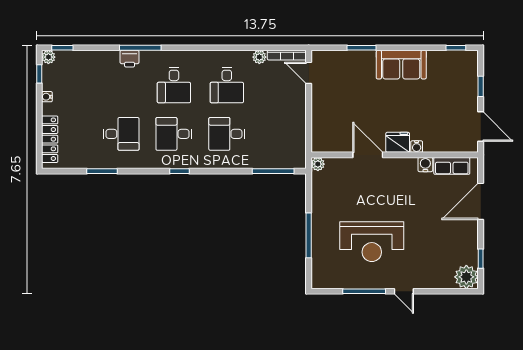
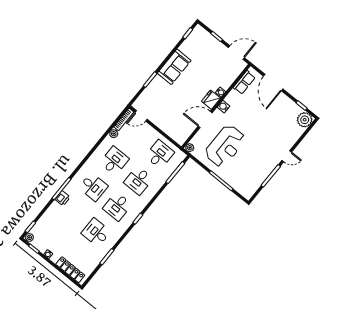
desk: (227, 85) -> (114, 161), turned -90
desk: (121, 134) -> (96, 232), turned -90
desk: (280, 134) -> (160, 154), added
water cooler: (425, 165) -> (223, 107), moved
reception desk: (372, 242) -> (225, 146), moved

